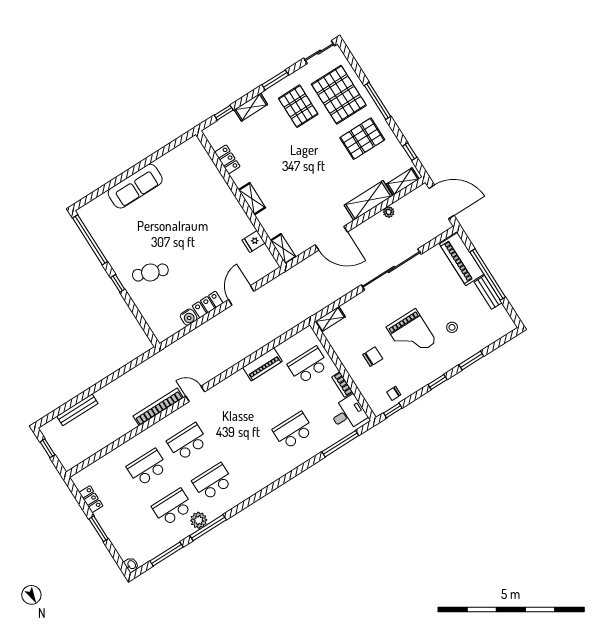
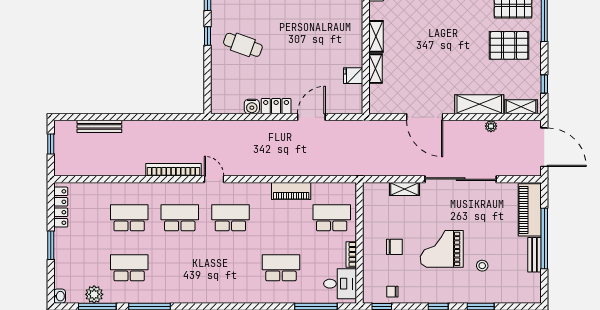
shelving: (283, 249) -> (376, 69), moved
shelving: (330, 319) -> (405, 189), moved
grand piano: (411, 334) -> (442, 249), turned 90
school desk: (213, 482) -> (230, 218), moved
locker: (91, 499) -> (61, 207), width x1.53
plant: (199, 520) -> (94, 294), moved

